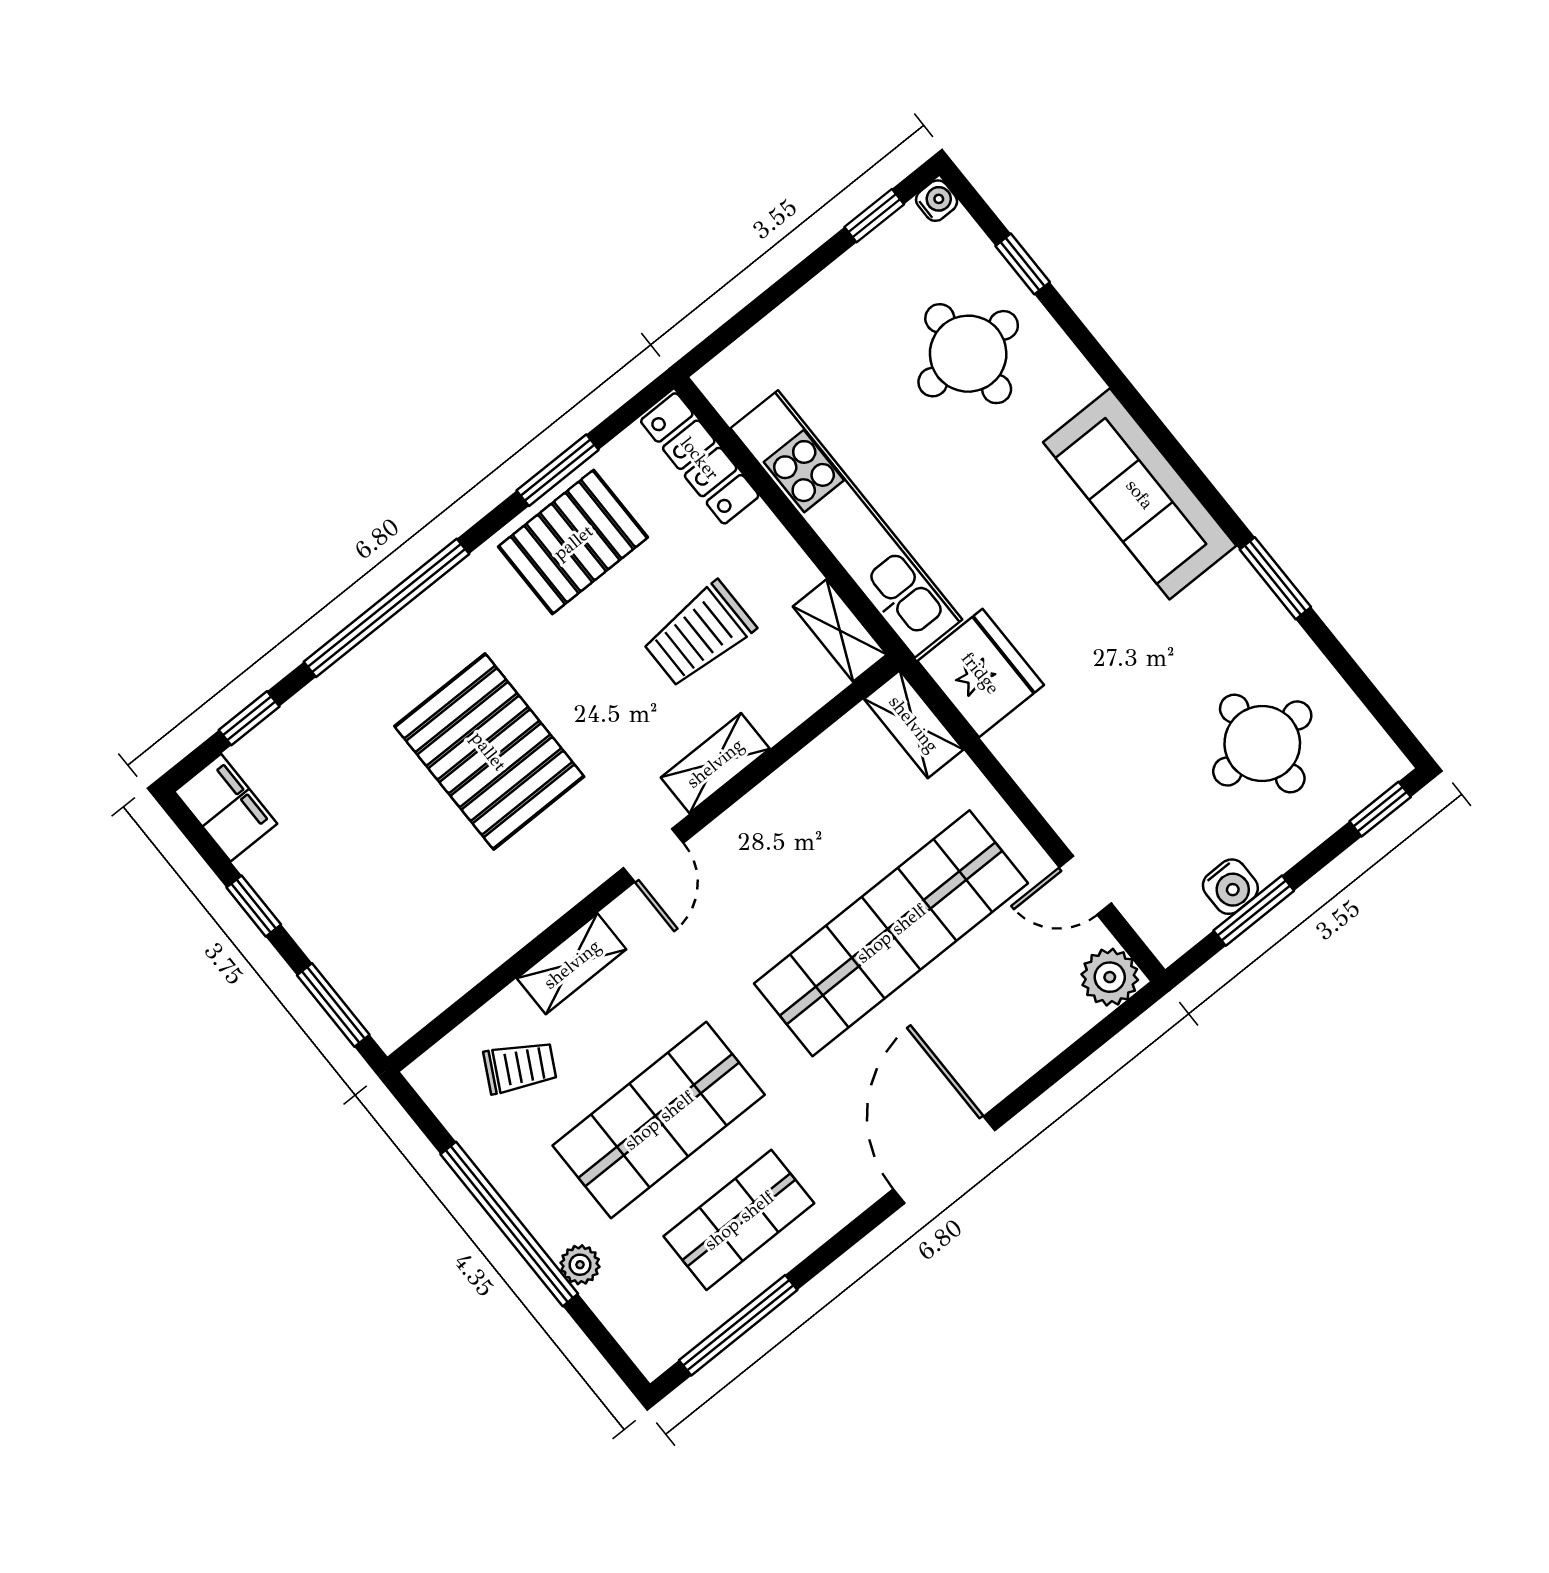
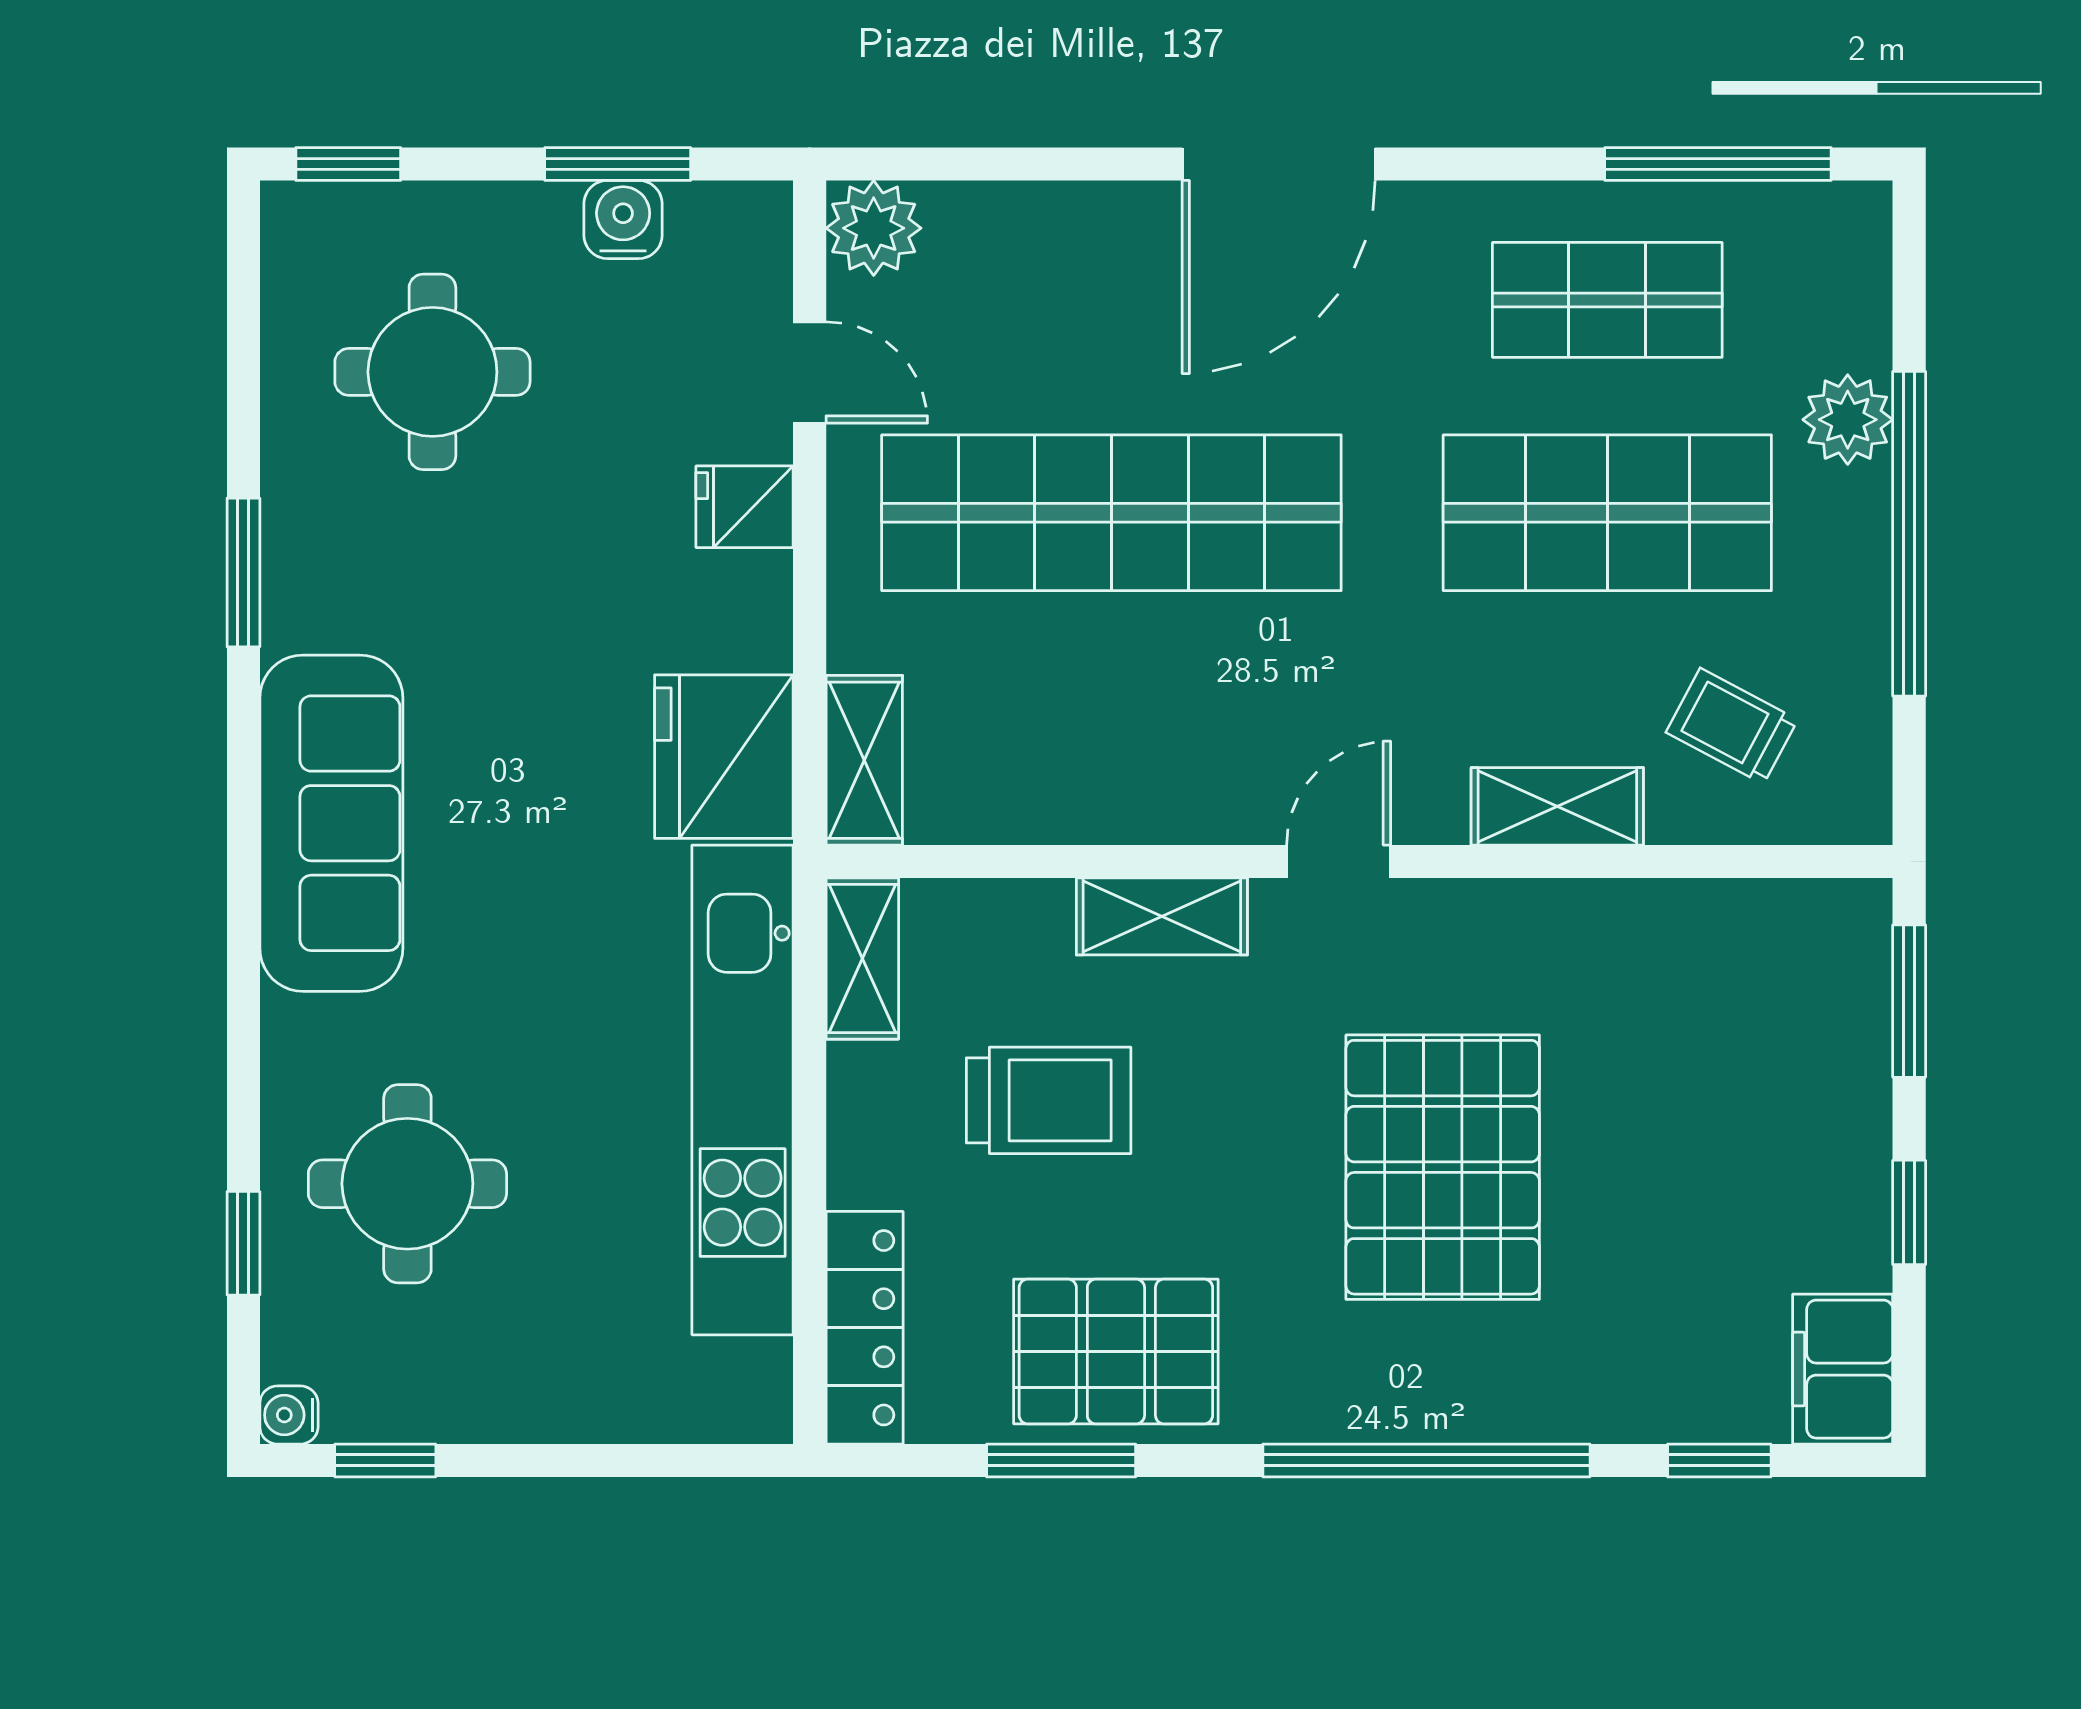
fridge: (1065, 798) -> (745, 507), added
plant: (580, 1265) -> (1848, 420), width x1.38, depth x1.38

